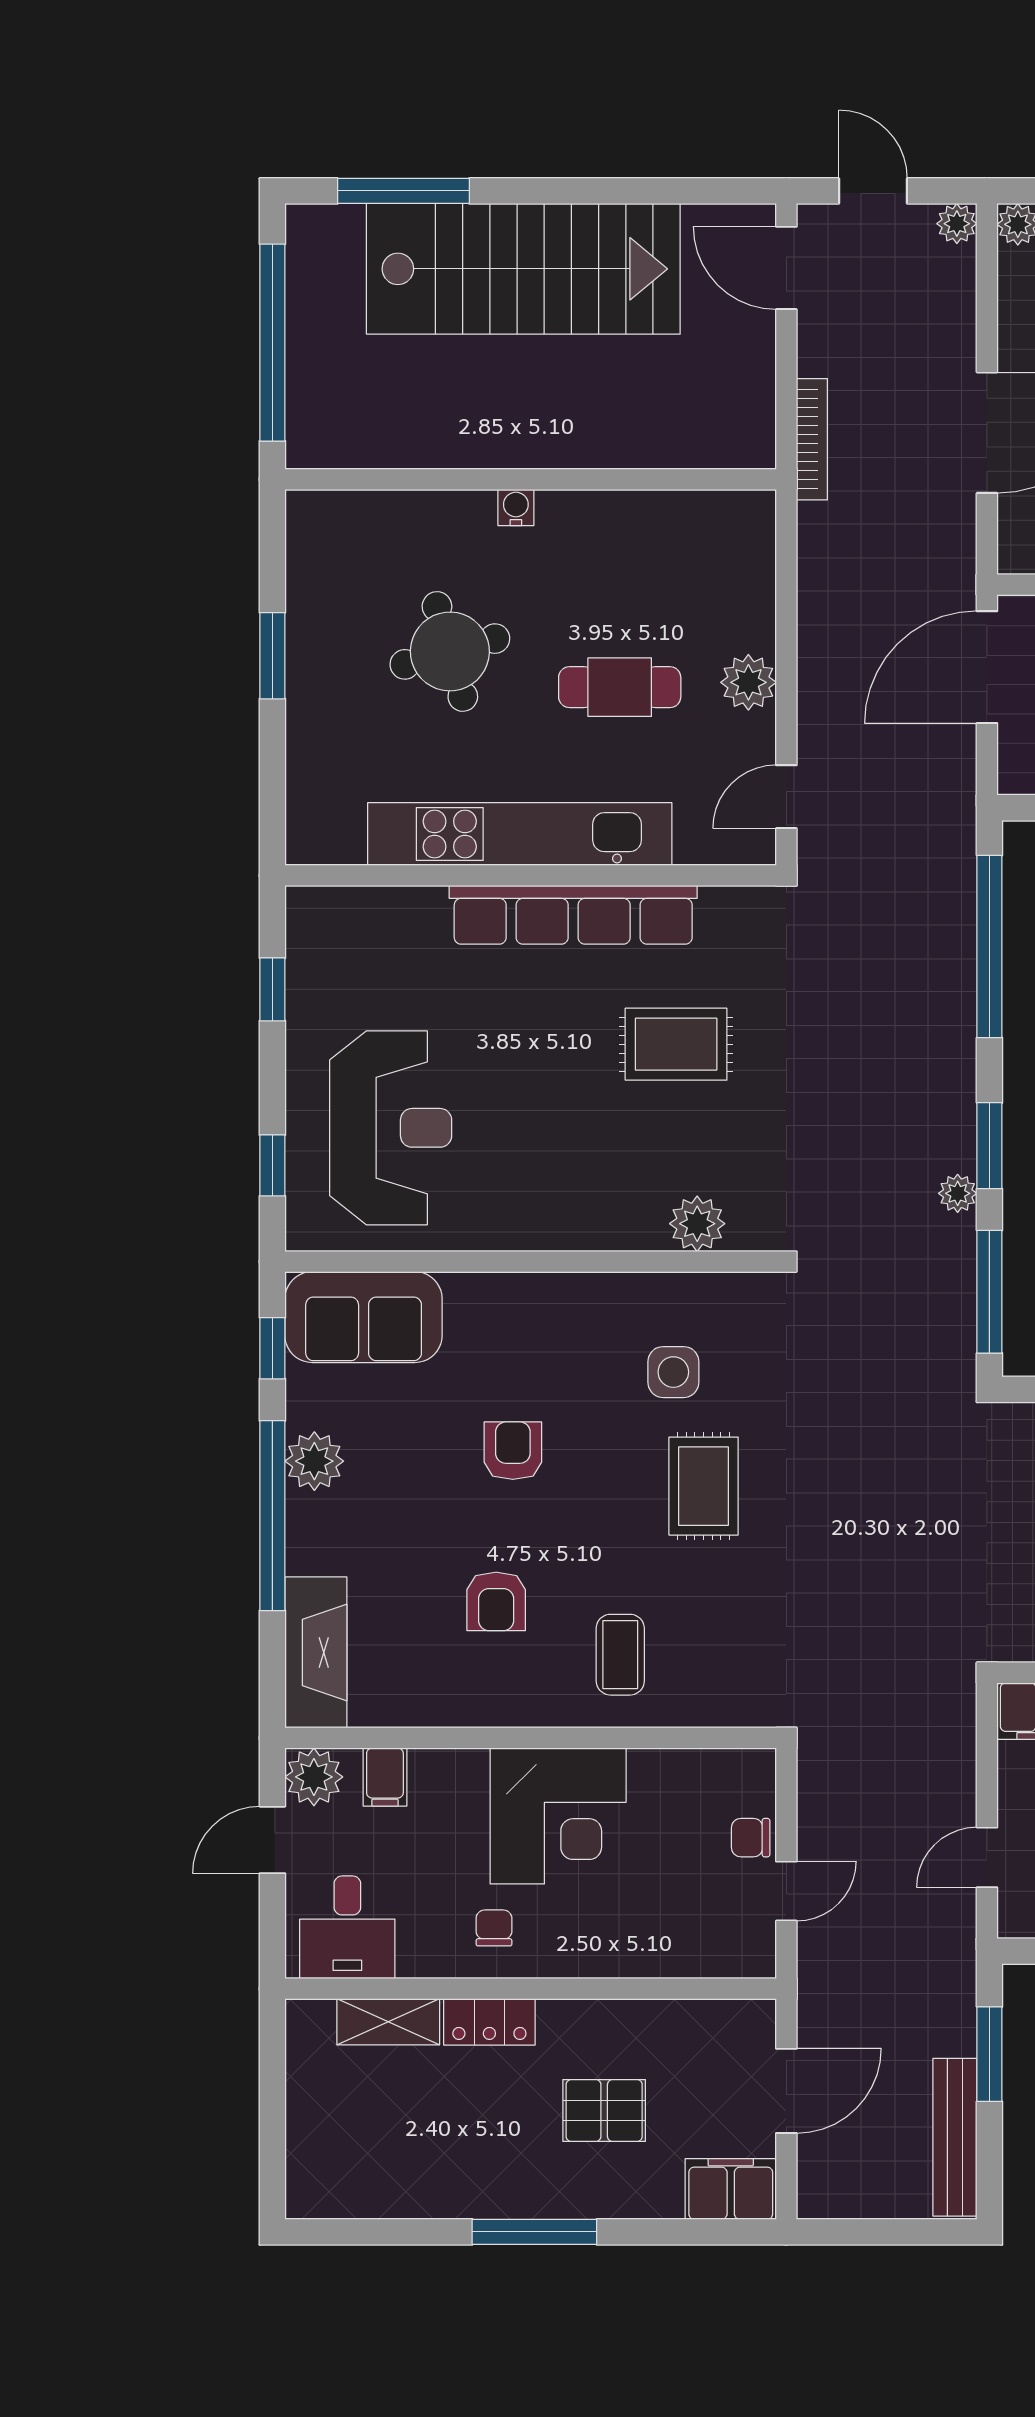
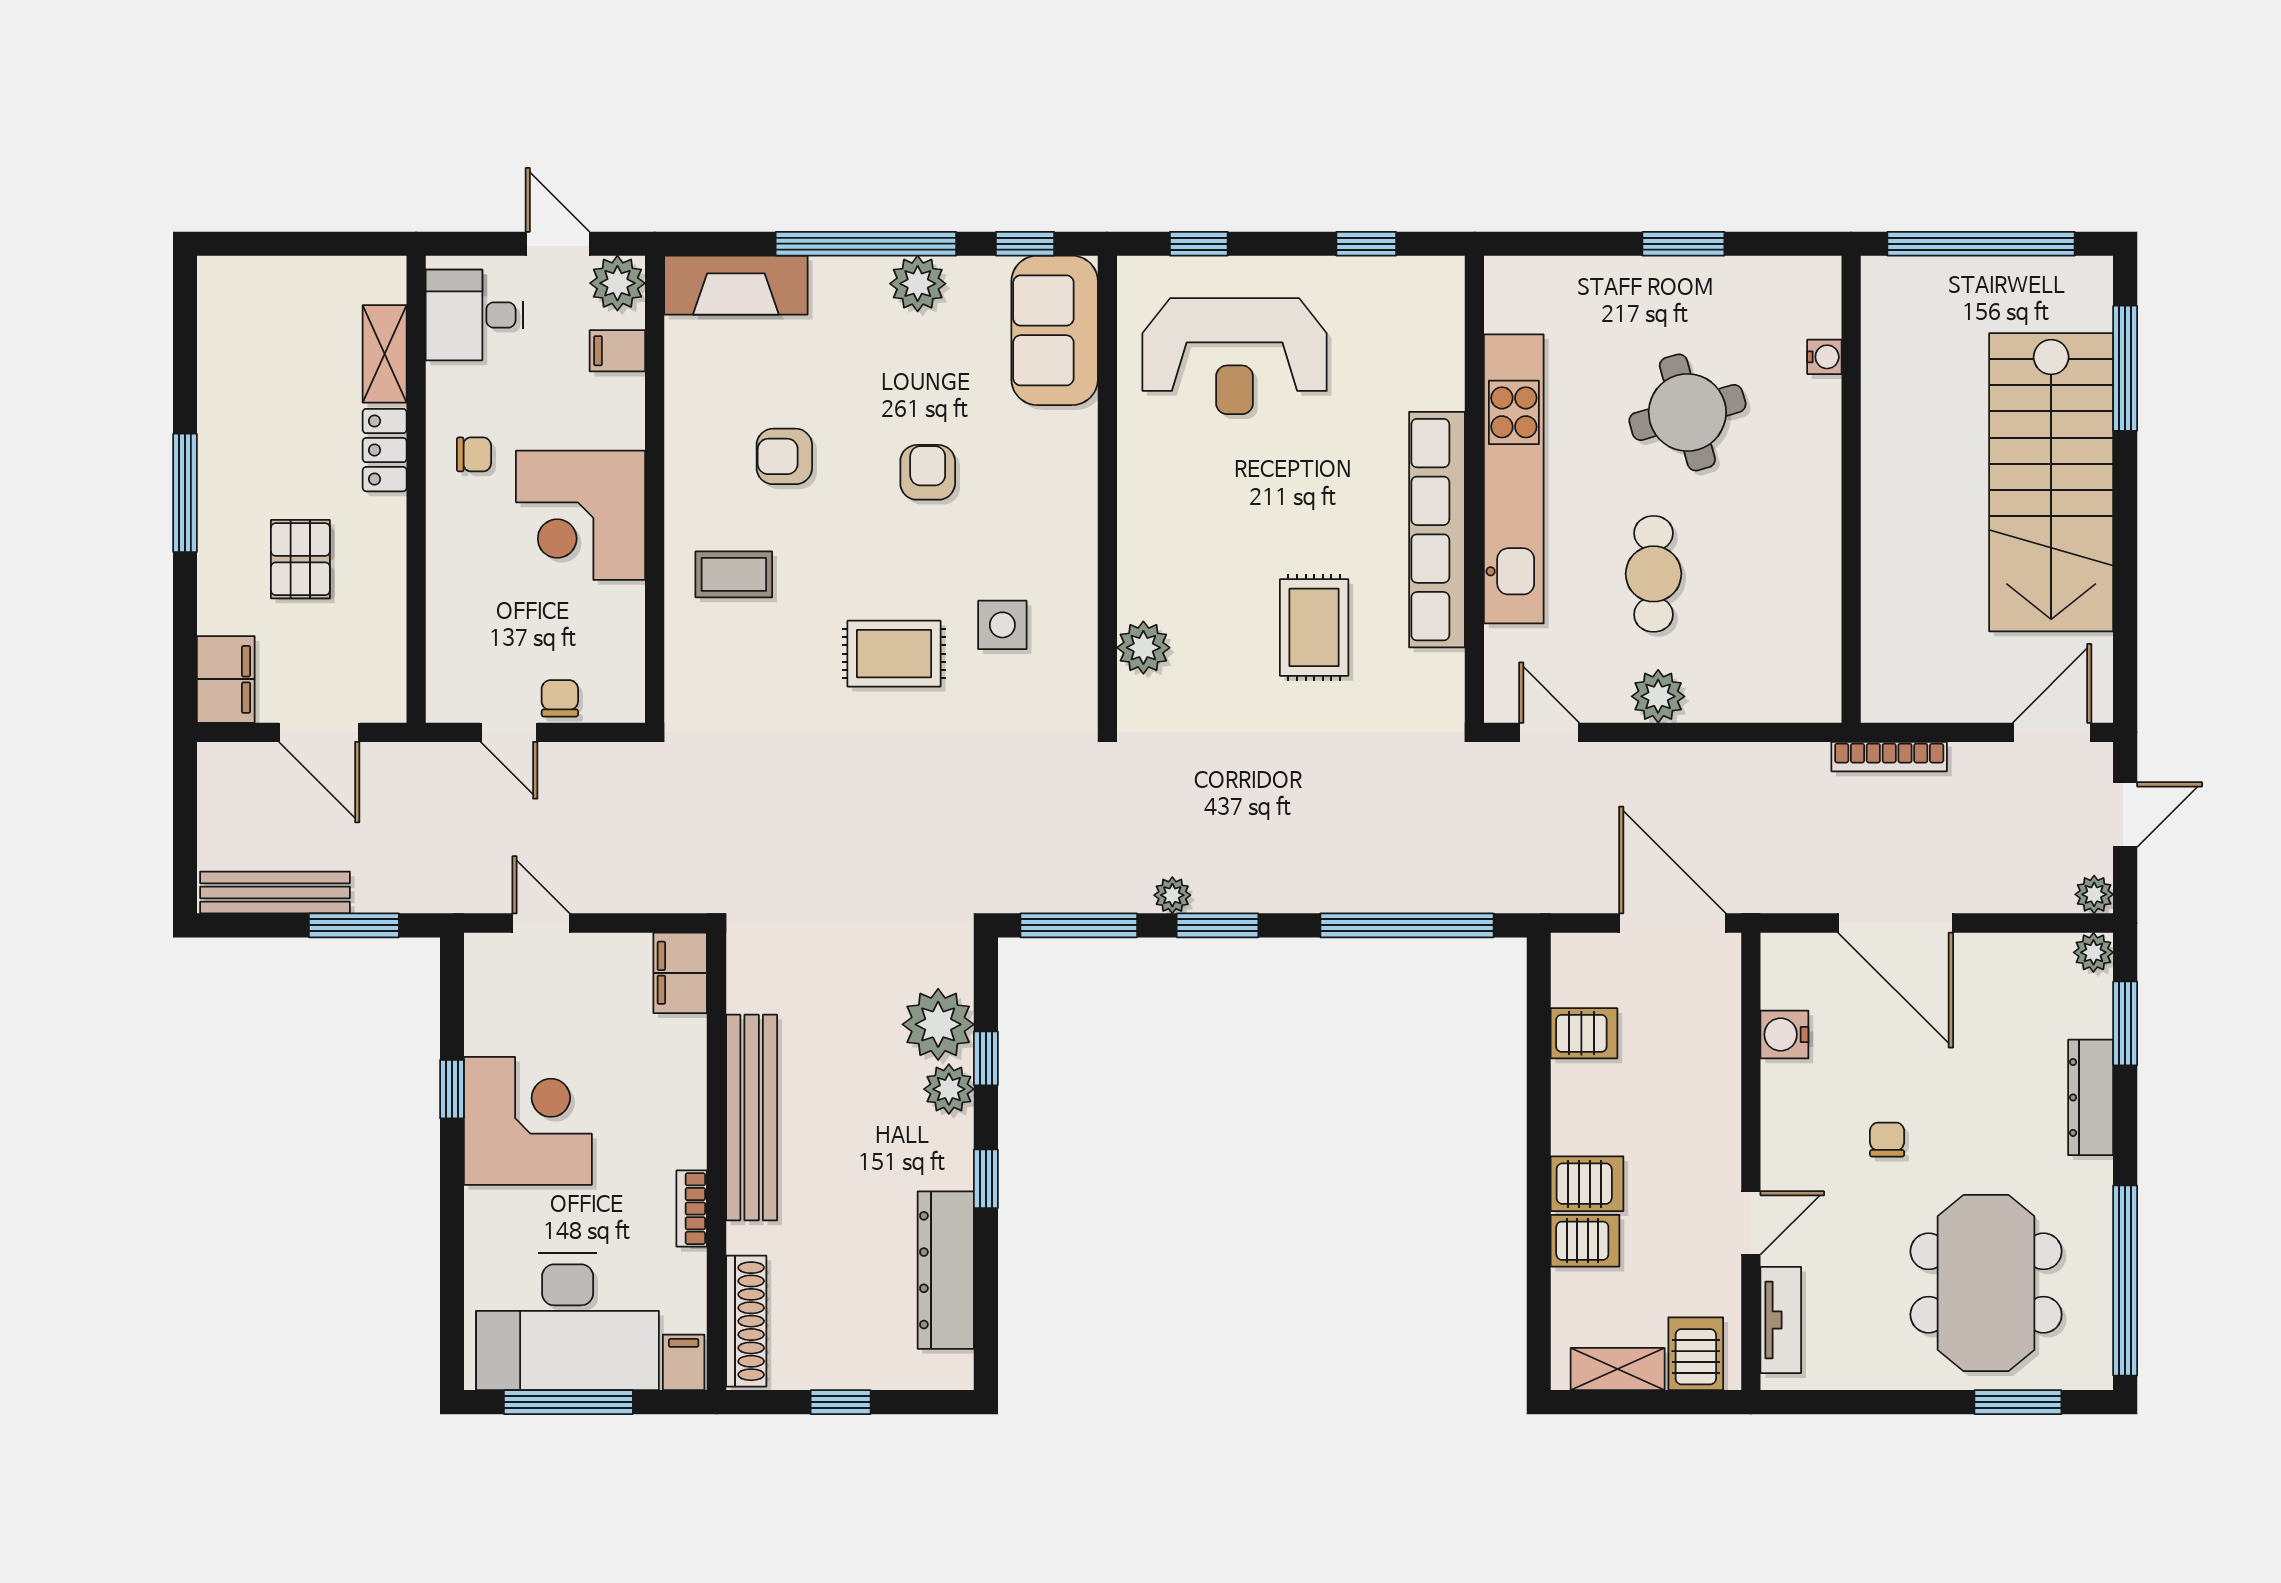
water cooler: (516, 507) -> (1824, 357), moved
armchair: (513, 1451) -> (928, 472), turned -90

